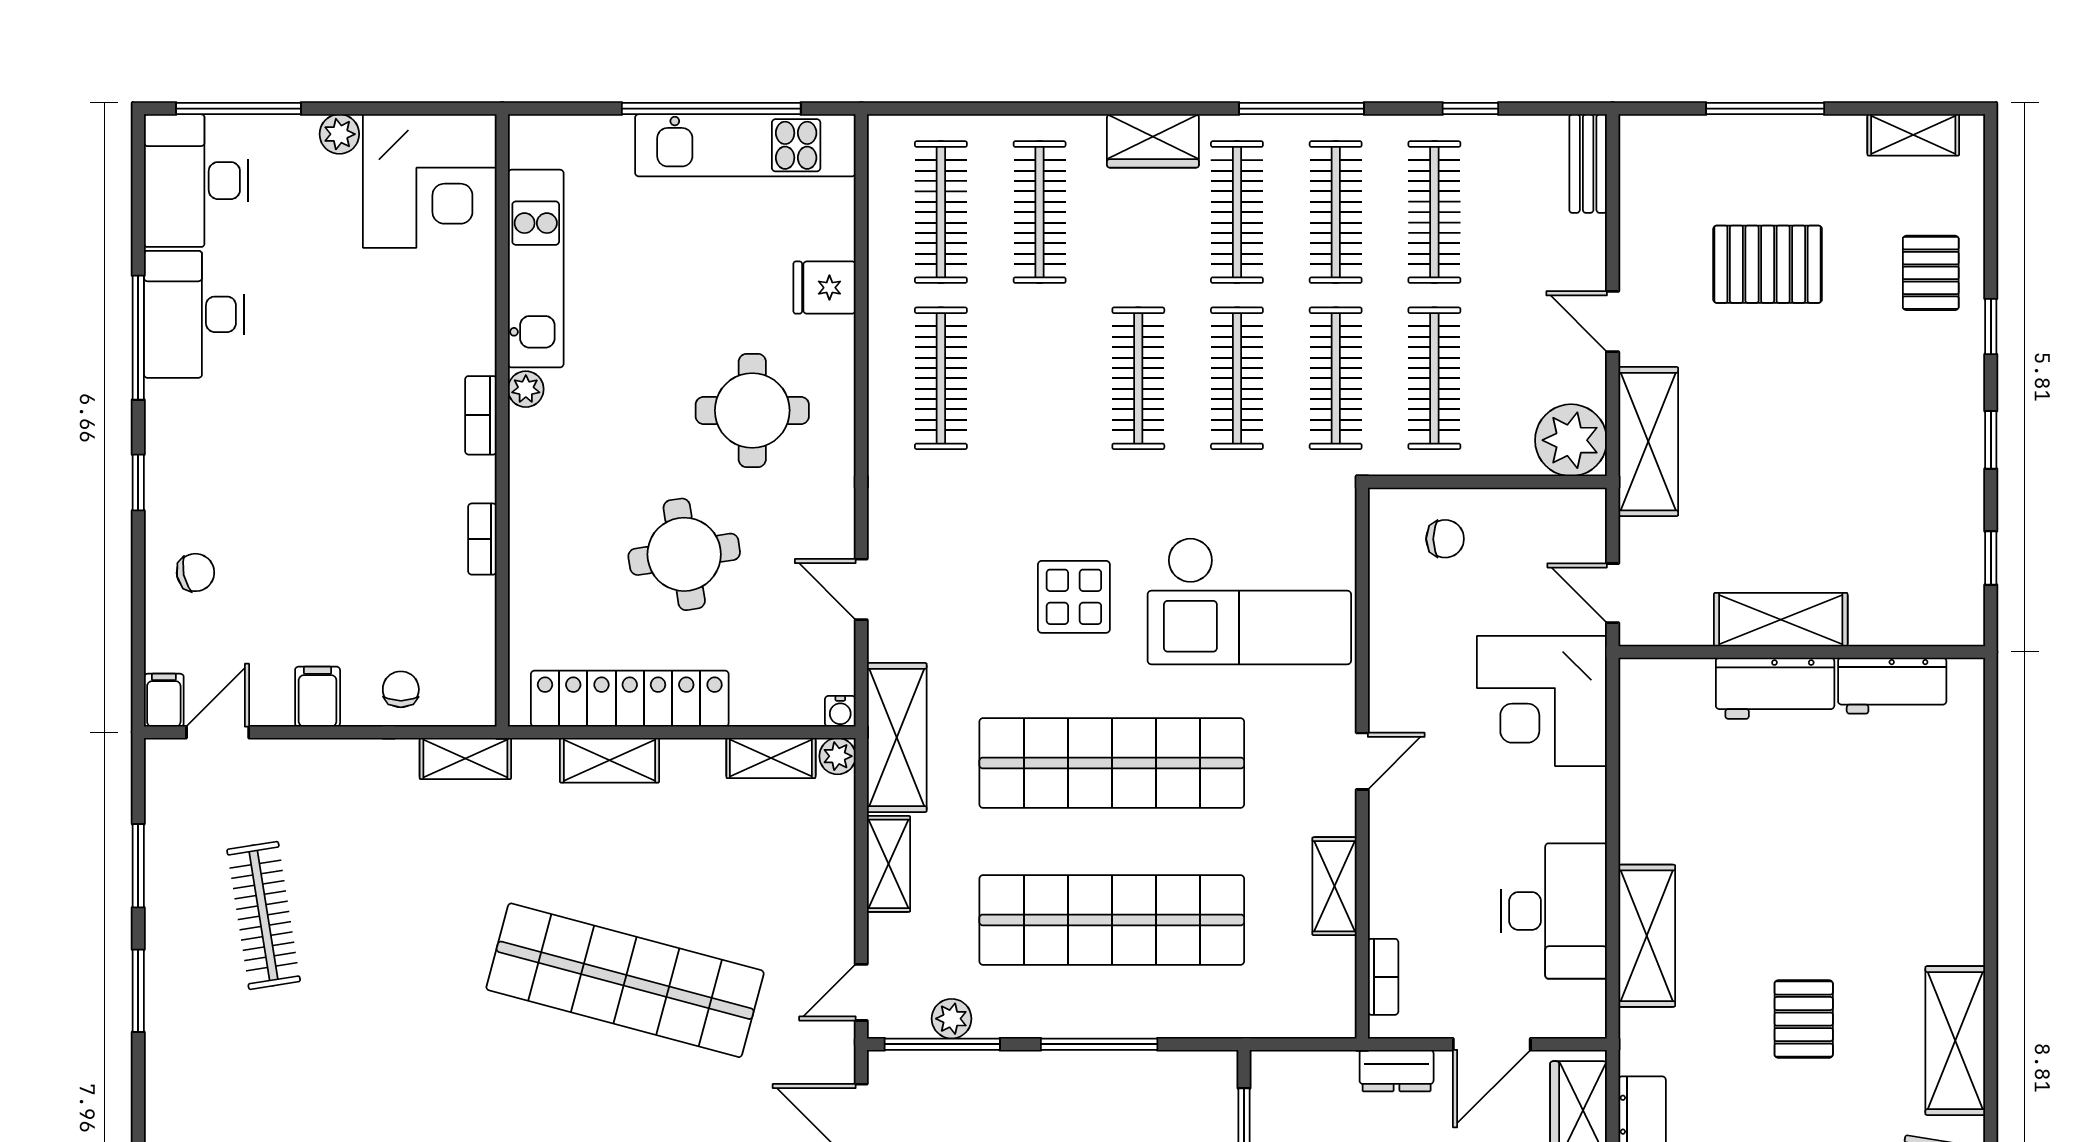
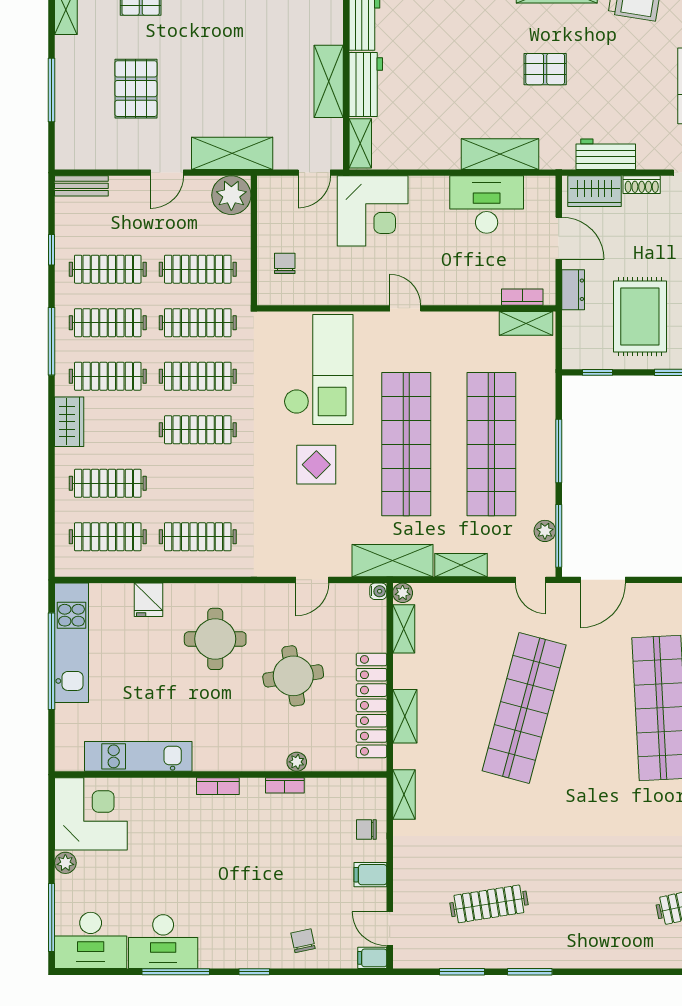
plant: (526, 389) -> (297, 762), moved
shelving: (1666, 678) -> (360, 143), added
shelving: (1334, 886) -> (526, 323), moved

